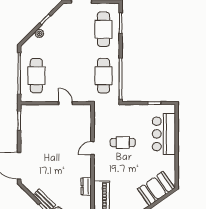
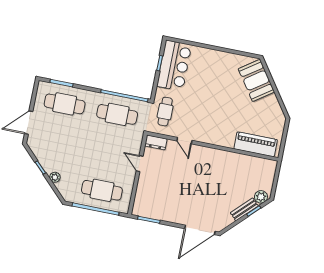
door: (65, 103) -> (140, 164), hinge flipped
bar counter: (164, 134) -> (174, 66), moved, turned -90
cafe table: (123, 143) -> (165, 112), moved
door: (93, 148) -> (184, 141), moved
dresser: (86, 186) -> (156, 142), moved

